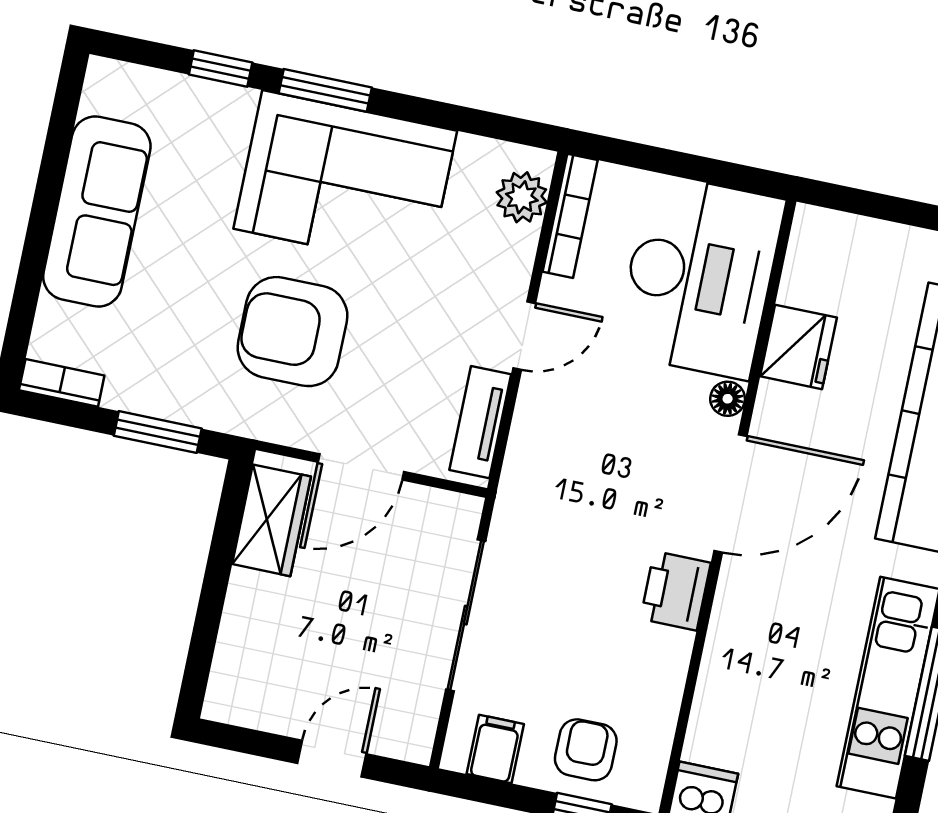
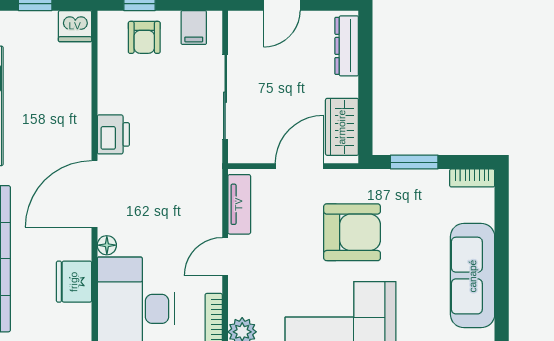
dresser: (233, 661) -> (347, 46), added

